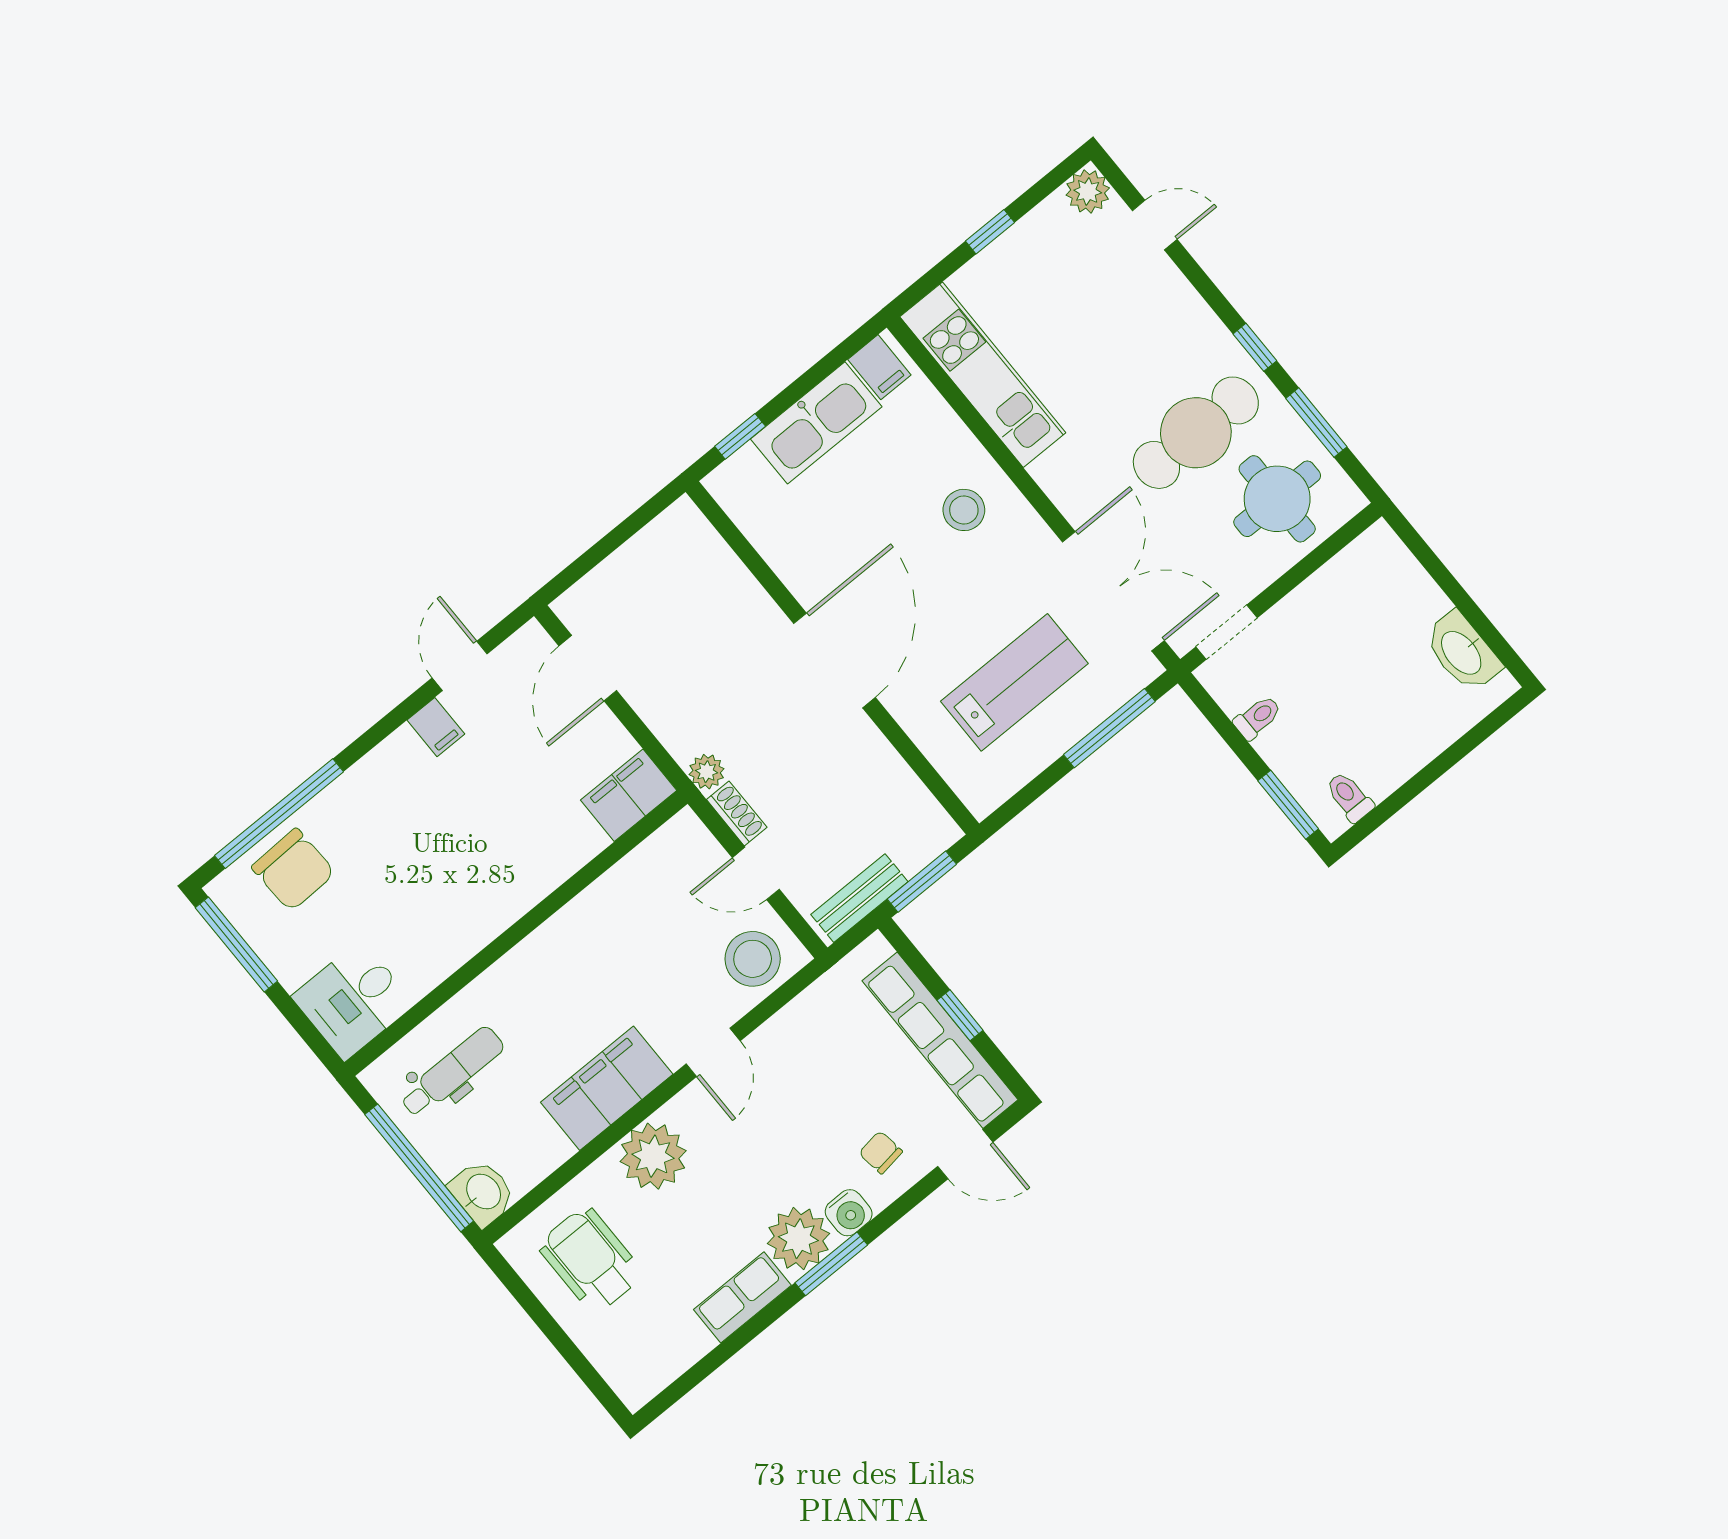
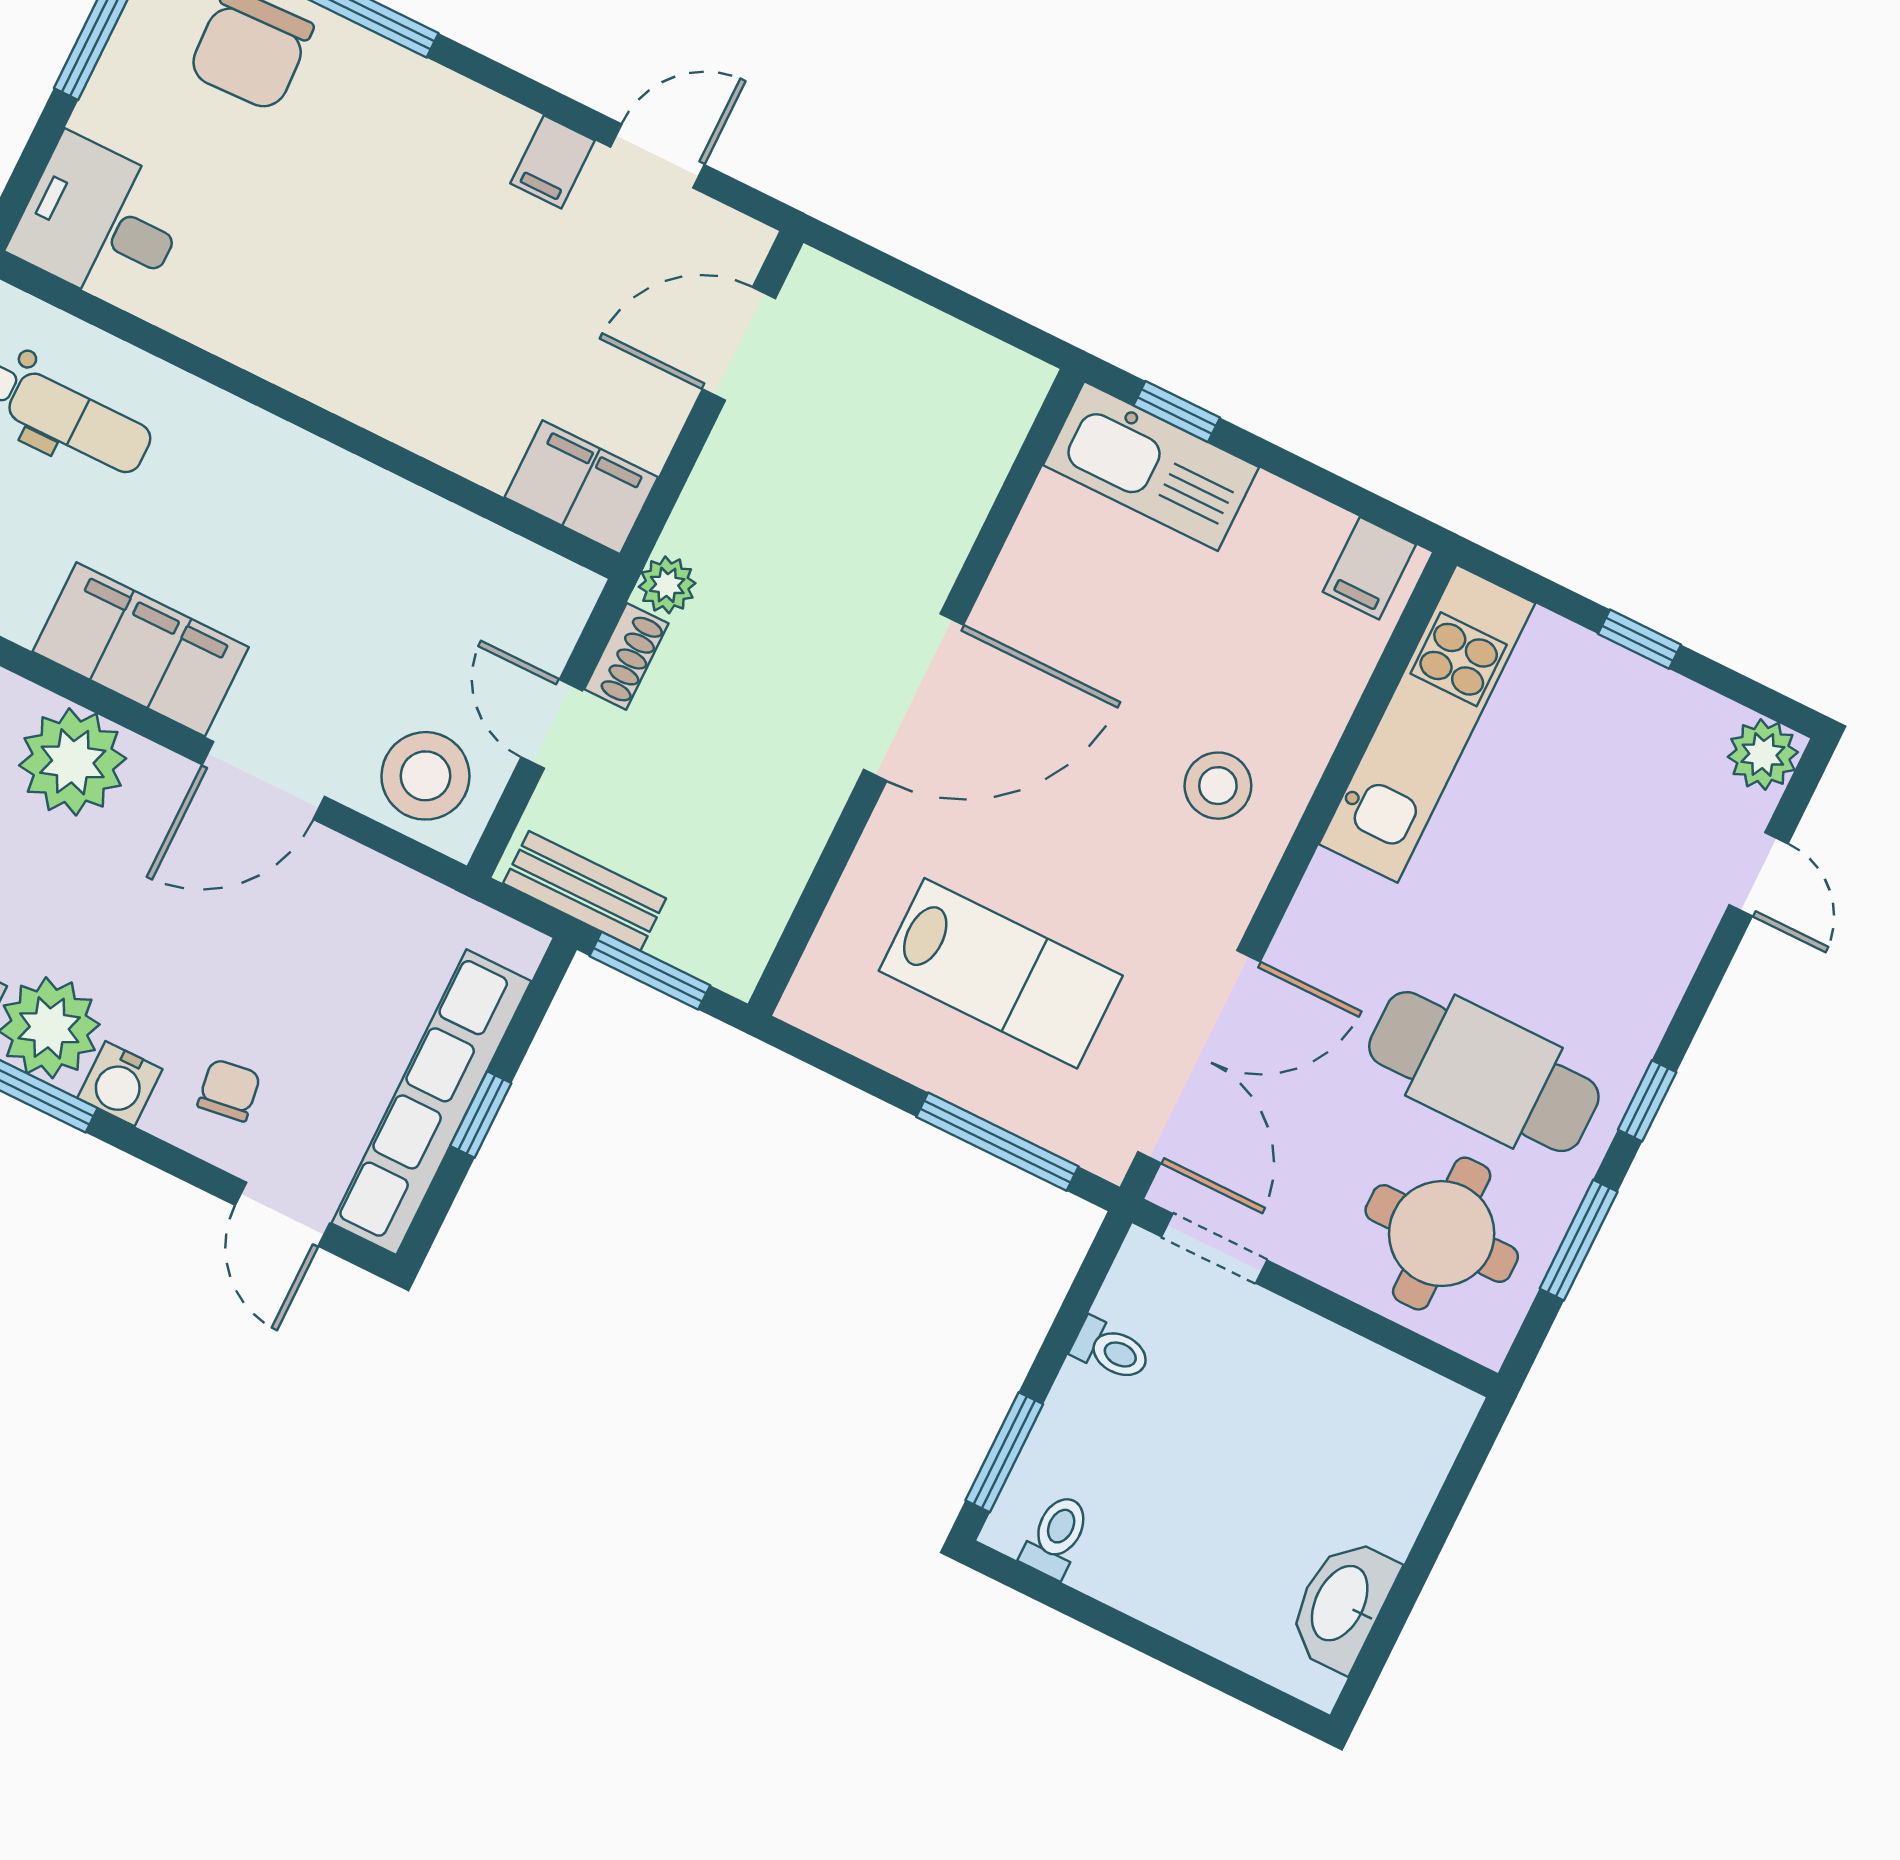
kitchen sink: (816, 423) -> (1151, 466), moved
door: (713, 1052) -> (263, 781), width x1.38

